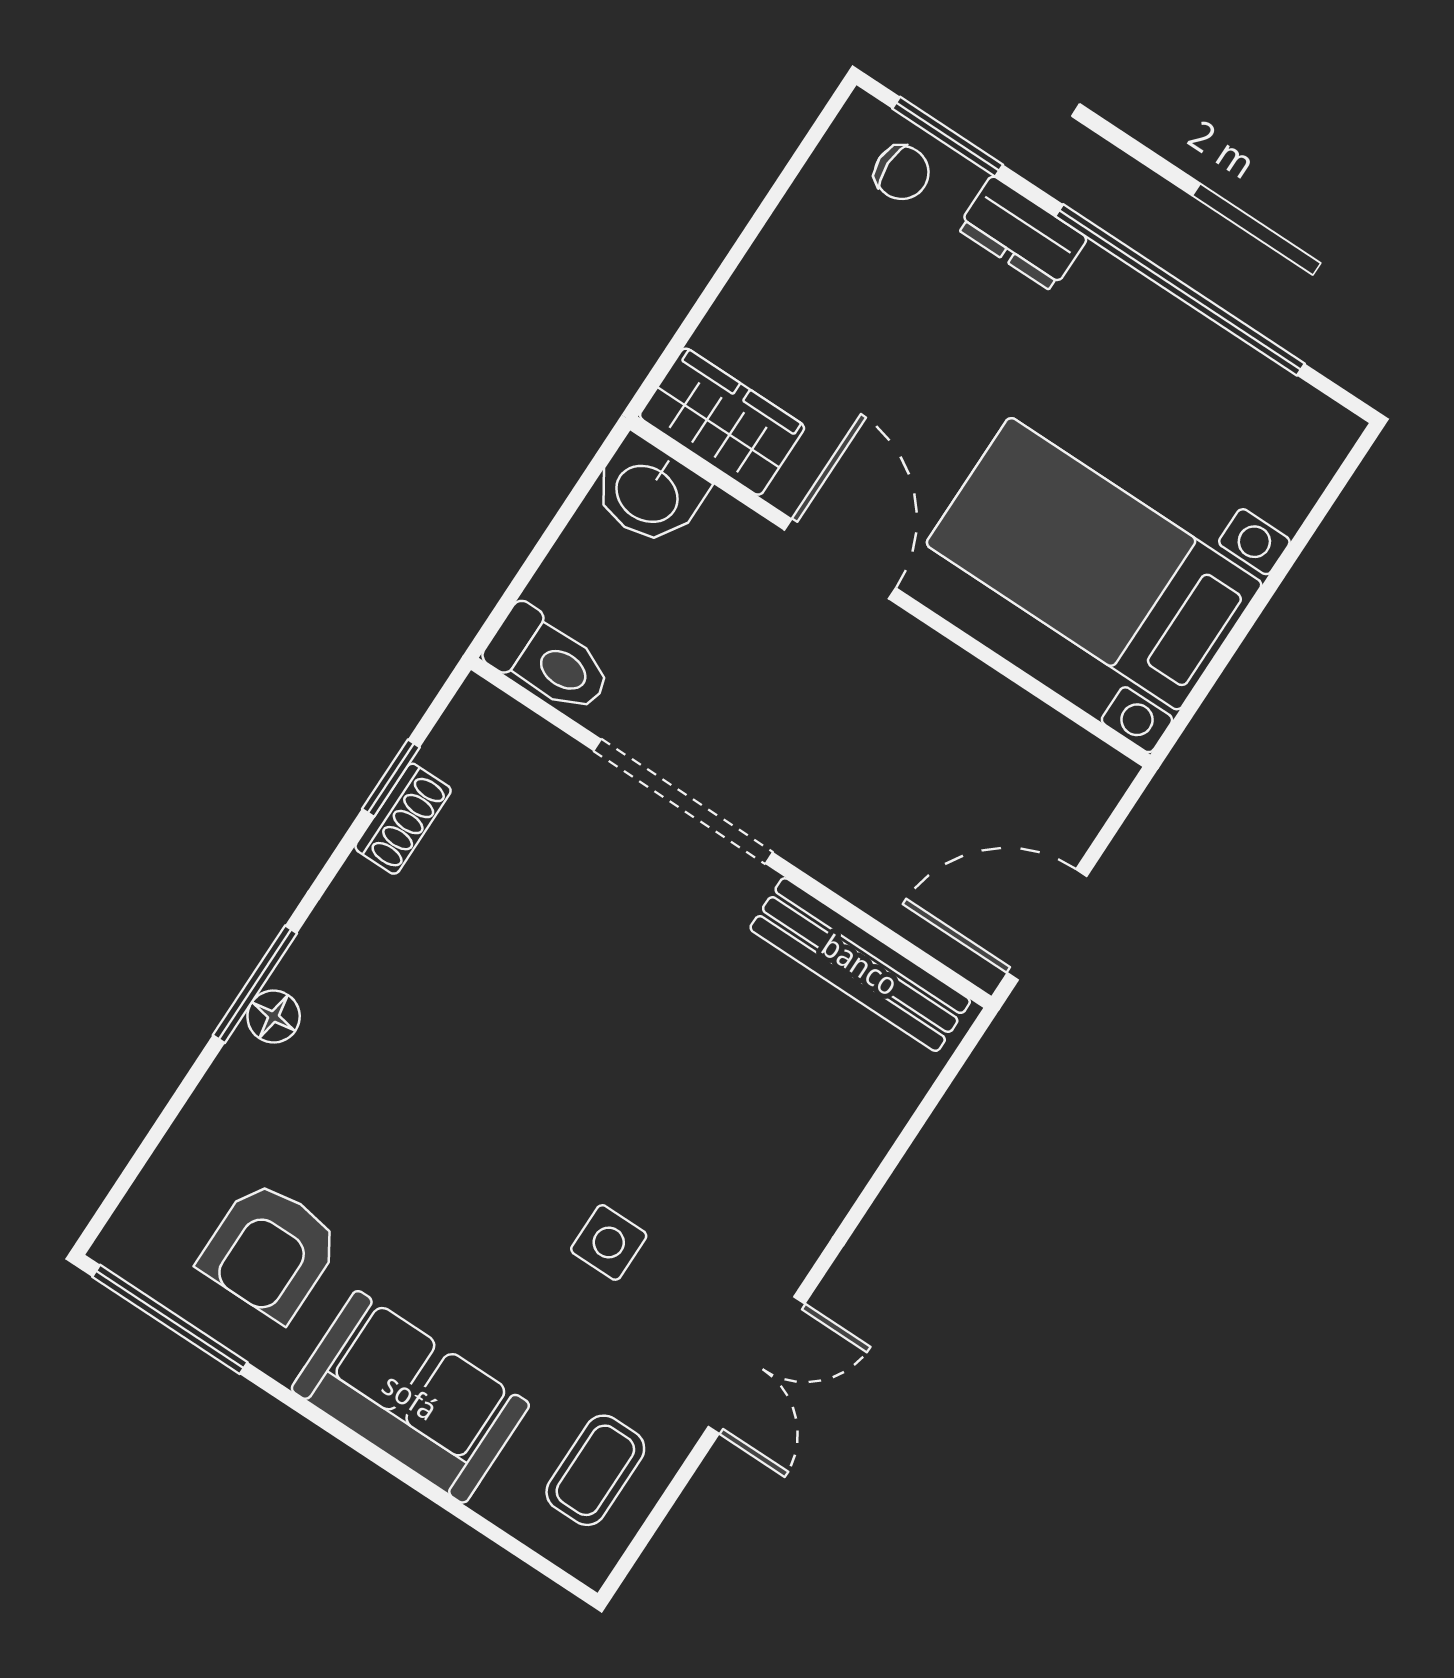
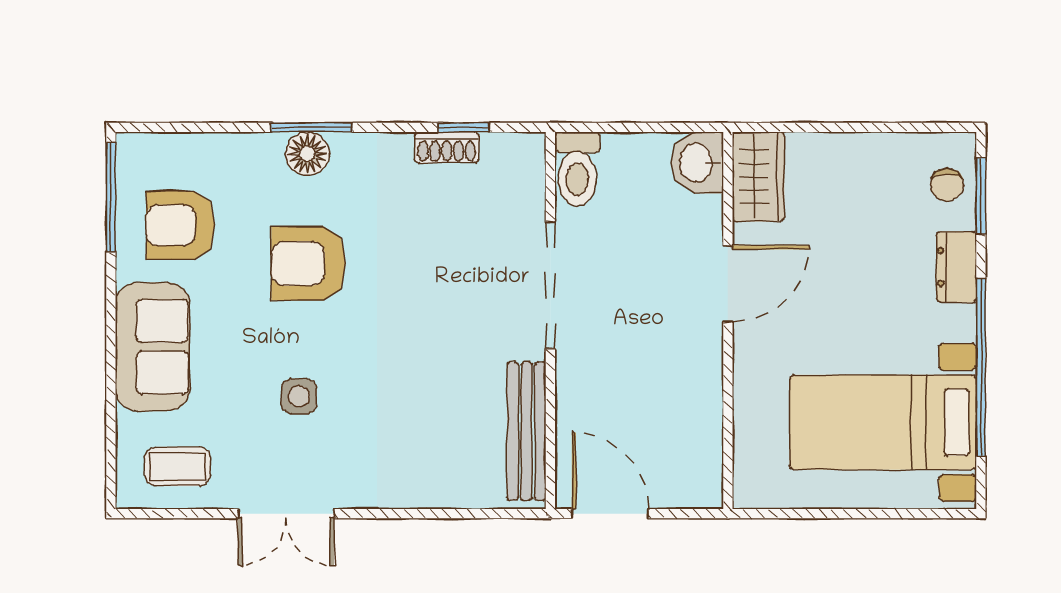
bed with nightstands: (1094, 564) -> (883, 422), moved, turned -90
floor lamp: (274, 1016) -> (307, 154), width x1.37, depth x1.37
armchair: (437, 1111) -> (308, 263), added

